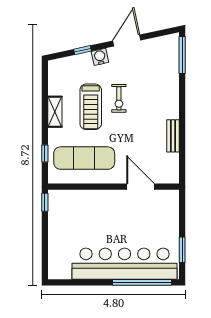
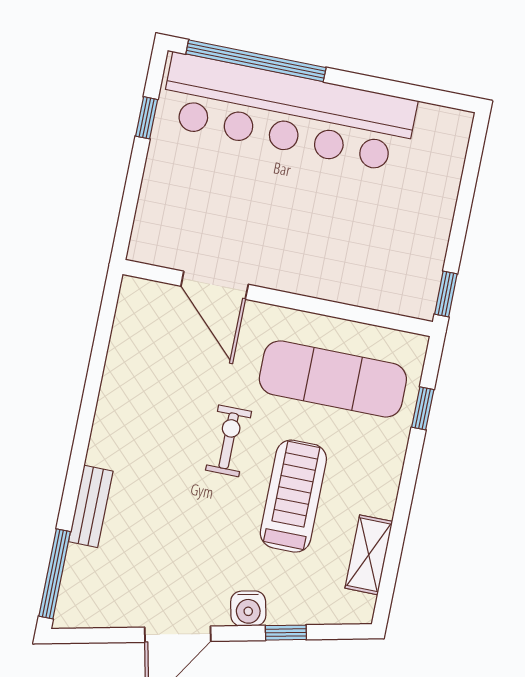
exercise bike: (119, 98) -> (229, 441), moved
shelving: (55, 112) -> (369, 555), moved
bench: (173, 136) -> (91, 506), moved
window: (182, 250) -> (147, 118), width x0.67

